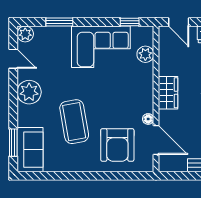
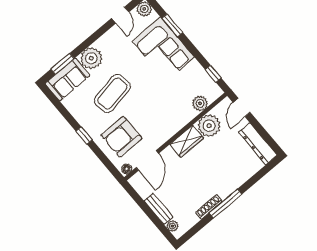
corner sofa: (101, 47) -> (163, 49), moved
plant: (171, 63) -> (209, 126), added
plant: (29, 92) -> (91, 58), moved
floor lamp: (148, 119) -> (127, 169), moved
window: (89, 176) -> (84, 136), added

